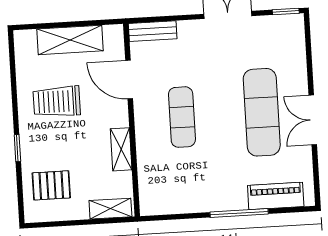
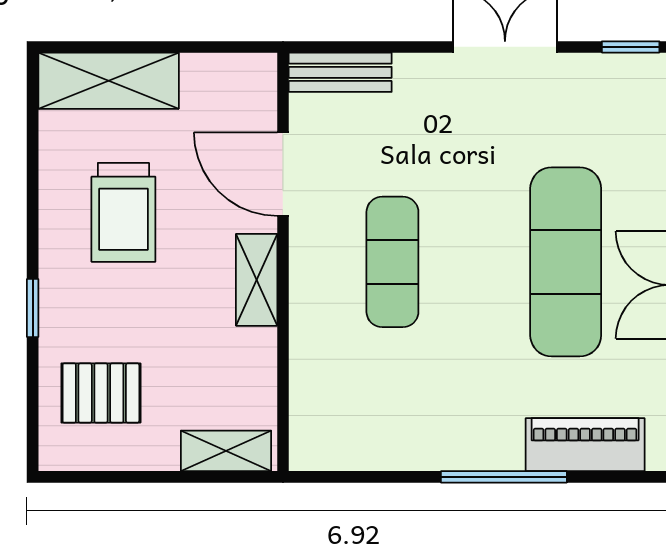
shelving: (70, 40) -> (109, 81), moved
trolley: (57, 102) -> (123, 212), turned -90
shelving: (121, 149) -> (257, 280), moved

